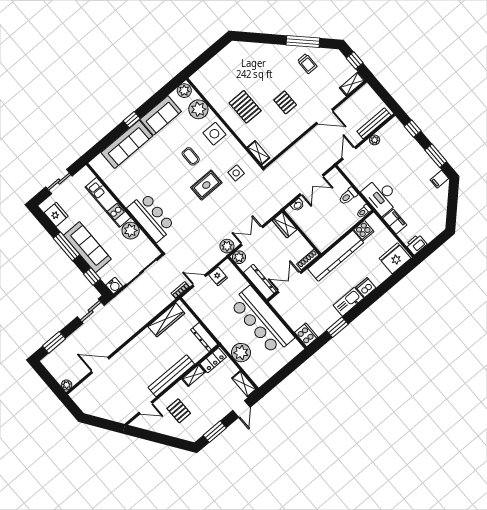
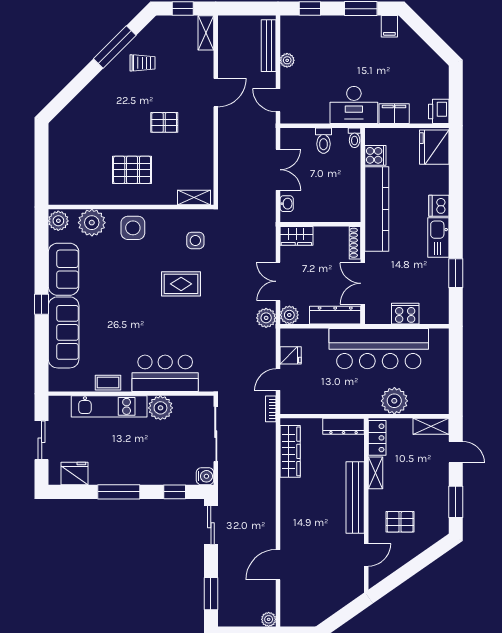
coffee table: (191, 156) -> (108, 383), moved
rug: (206, 185) -> (181, 284), turned 90
sofa: (87, 247) -> (139, 470), removed
cooker: (306, 335) -> (405, 314), moved

